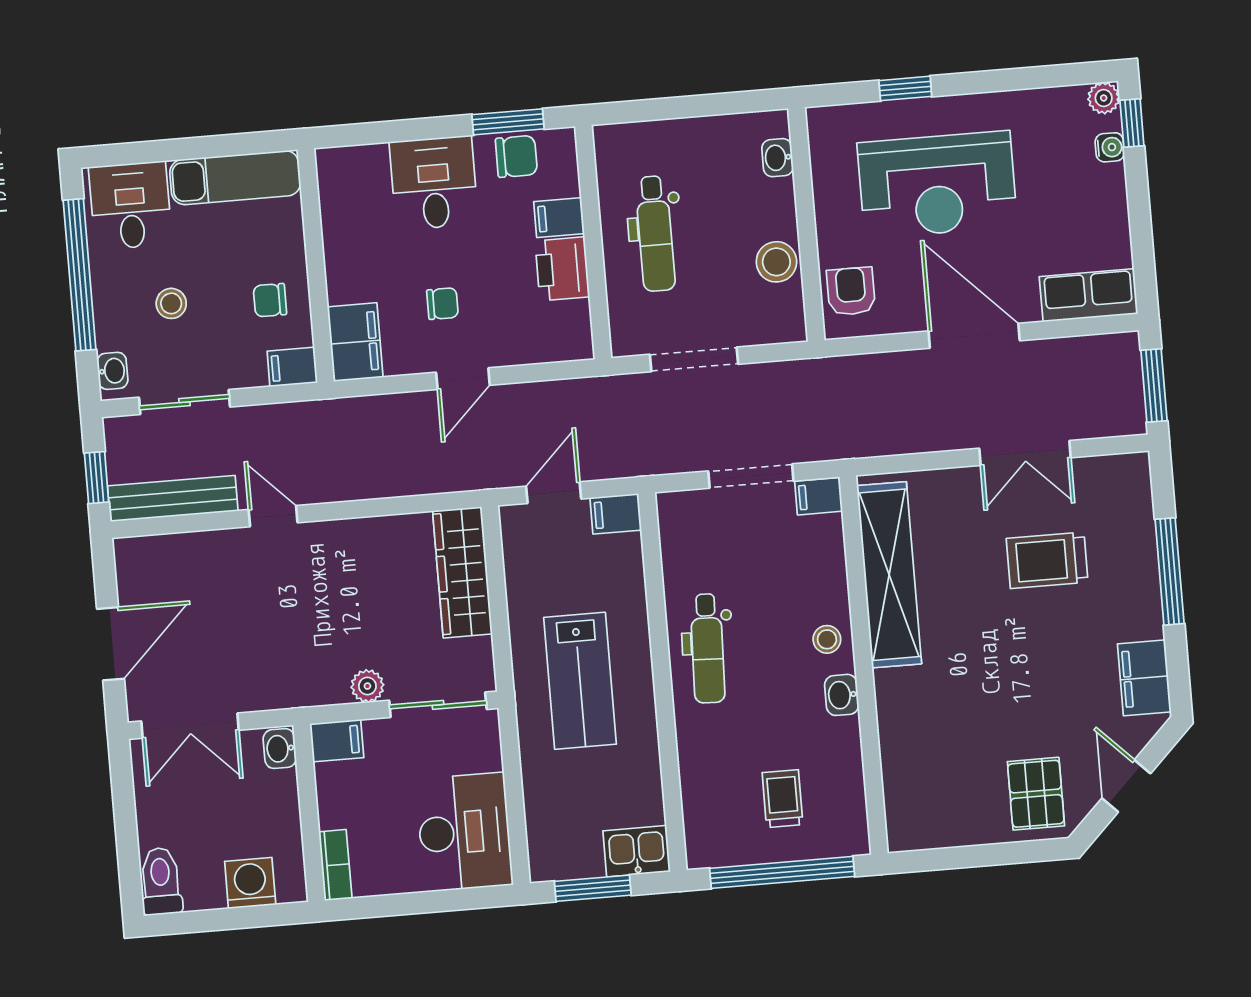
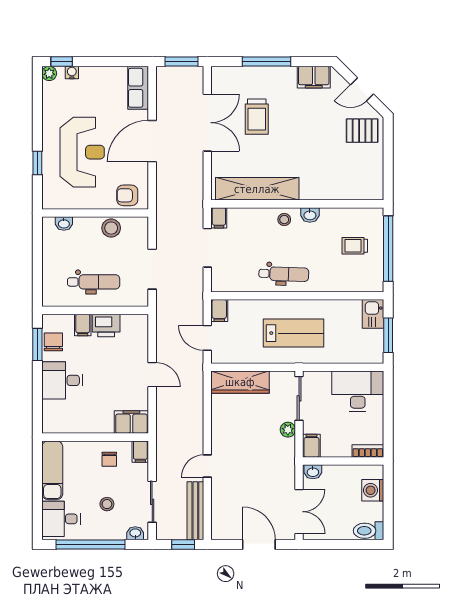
chair: (442, 304) -> (117, 381), removed
double door: (1025, 453) -> (207, 123), width x1.37

